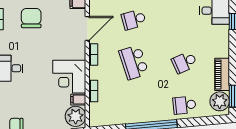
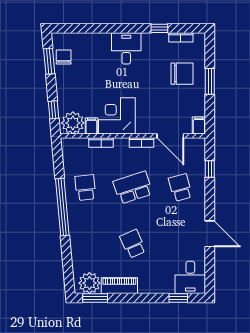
school desk: (184, 105) -> (85, 188), moved

